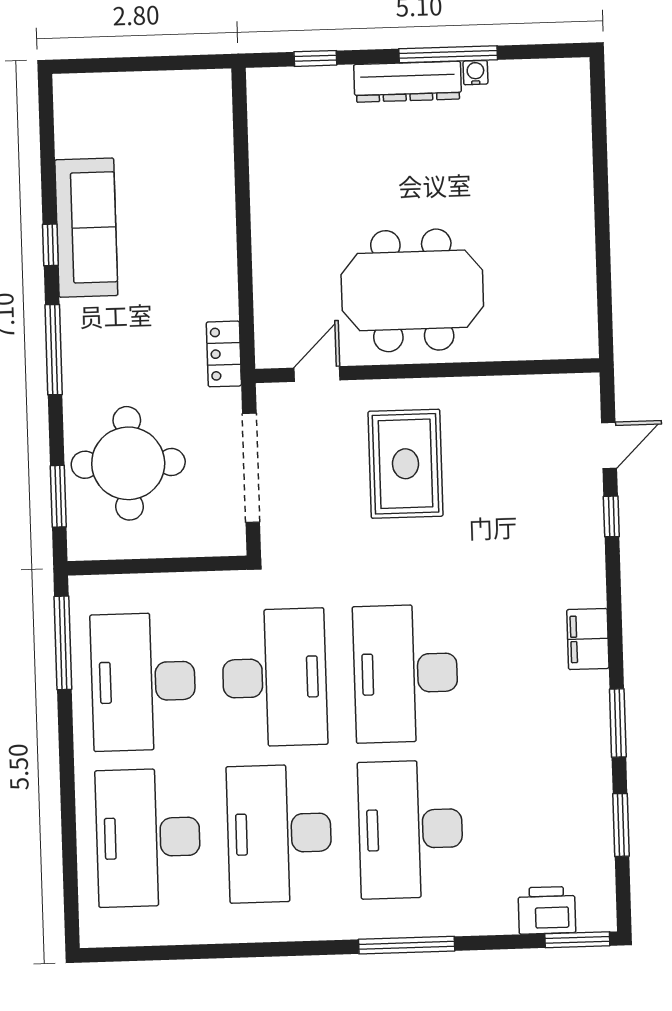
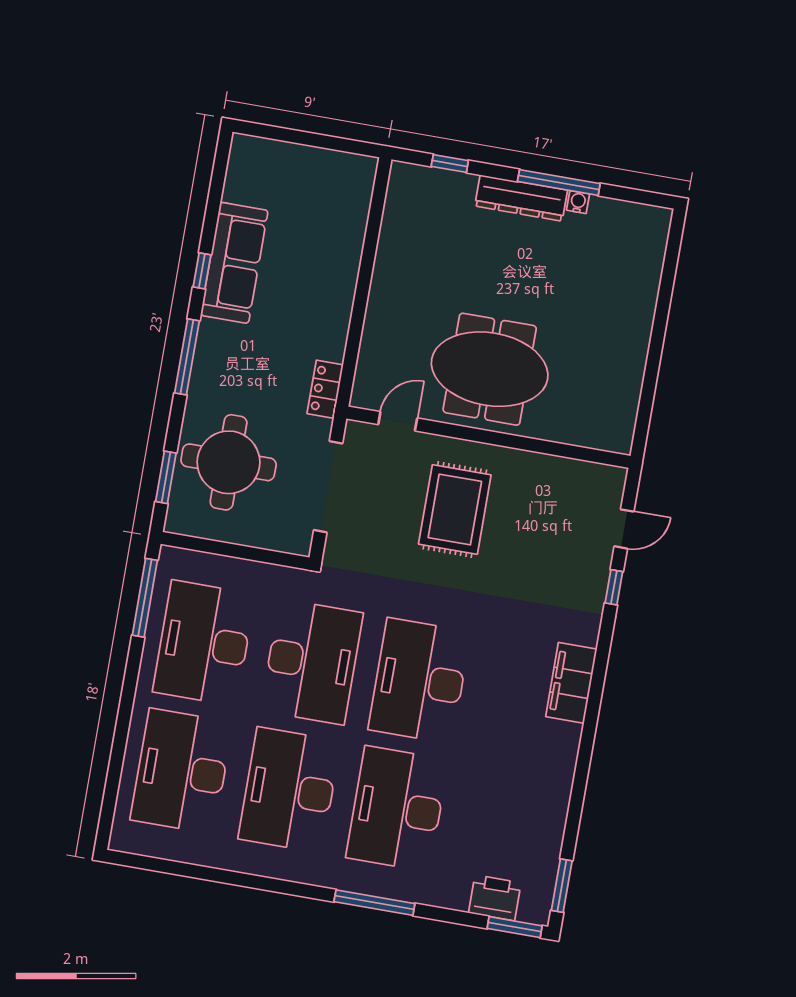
filing cabinet: (588, 639) -> (571, 683), width x1.50, depth x1.17
window: (618, 723) -> (584, 757), removed
window: (621, 825) -> (562, 886), moved

